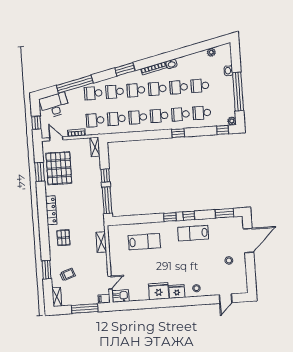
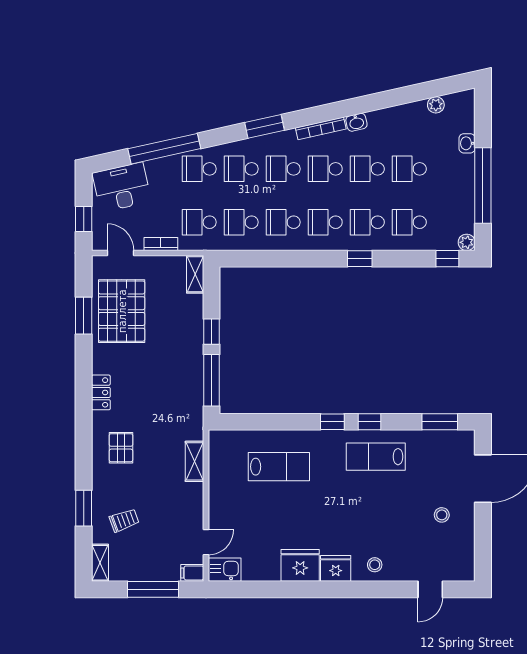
locker: (51, 210) -> (101, 392), width x0.66

